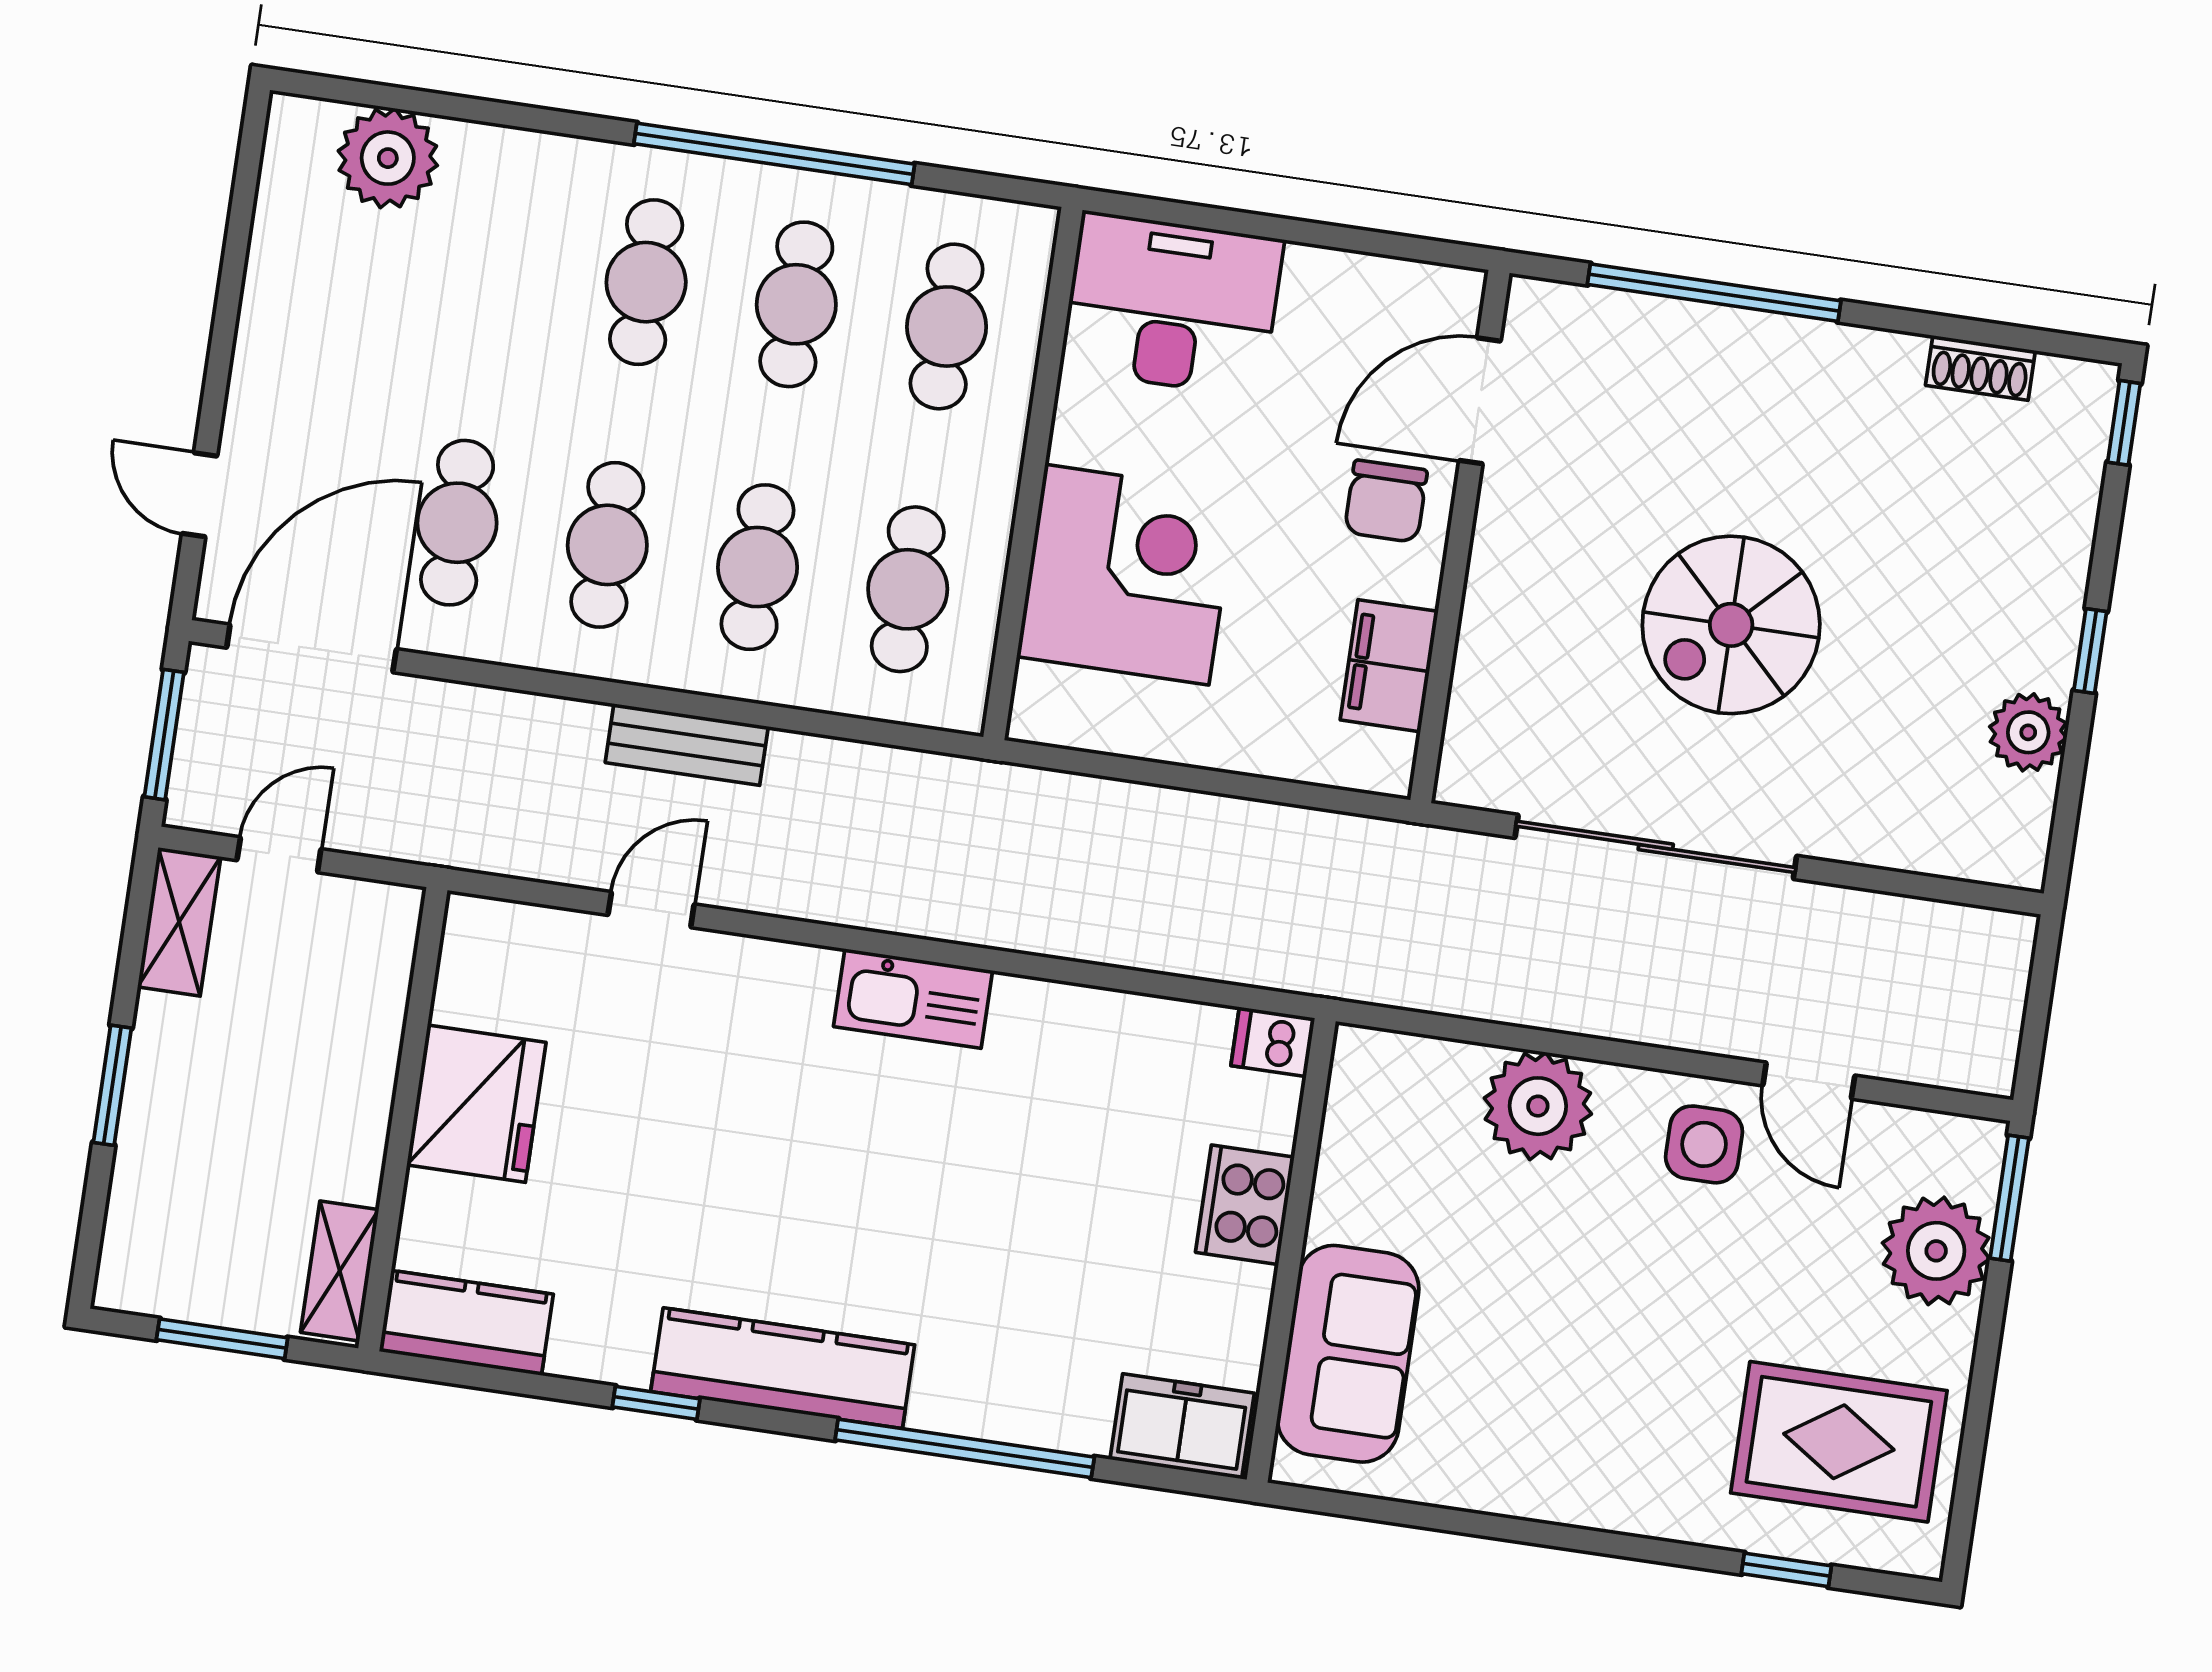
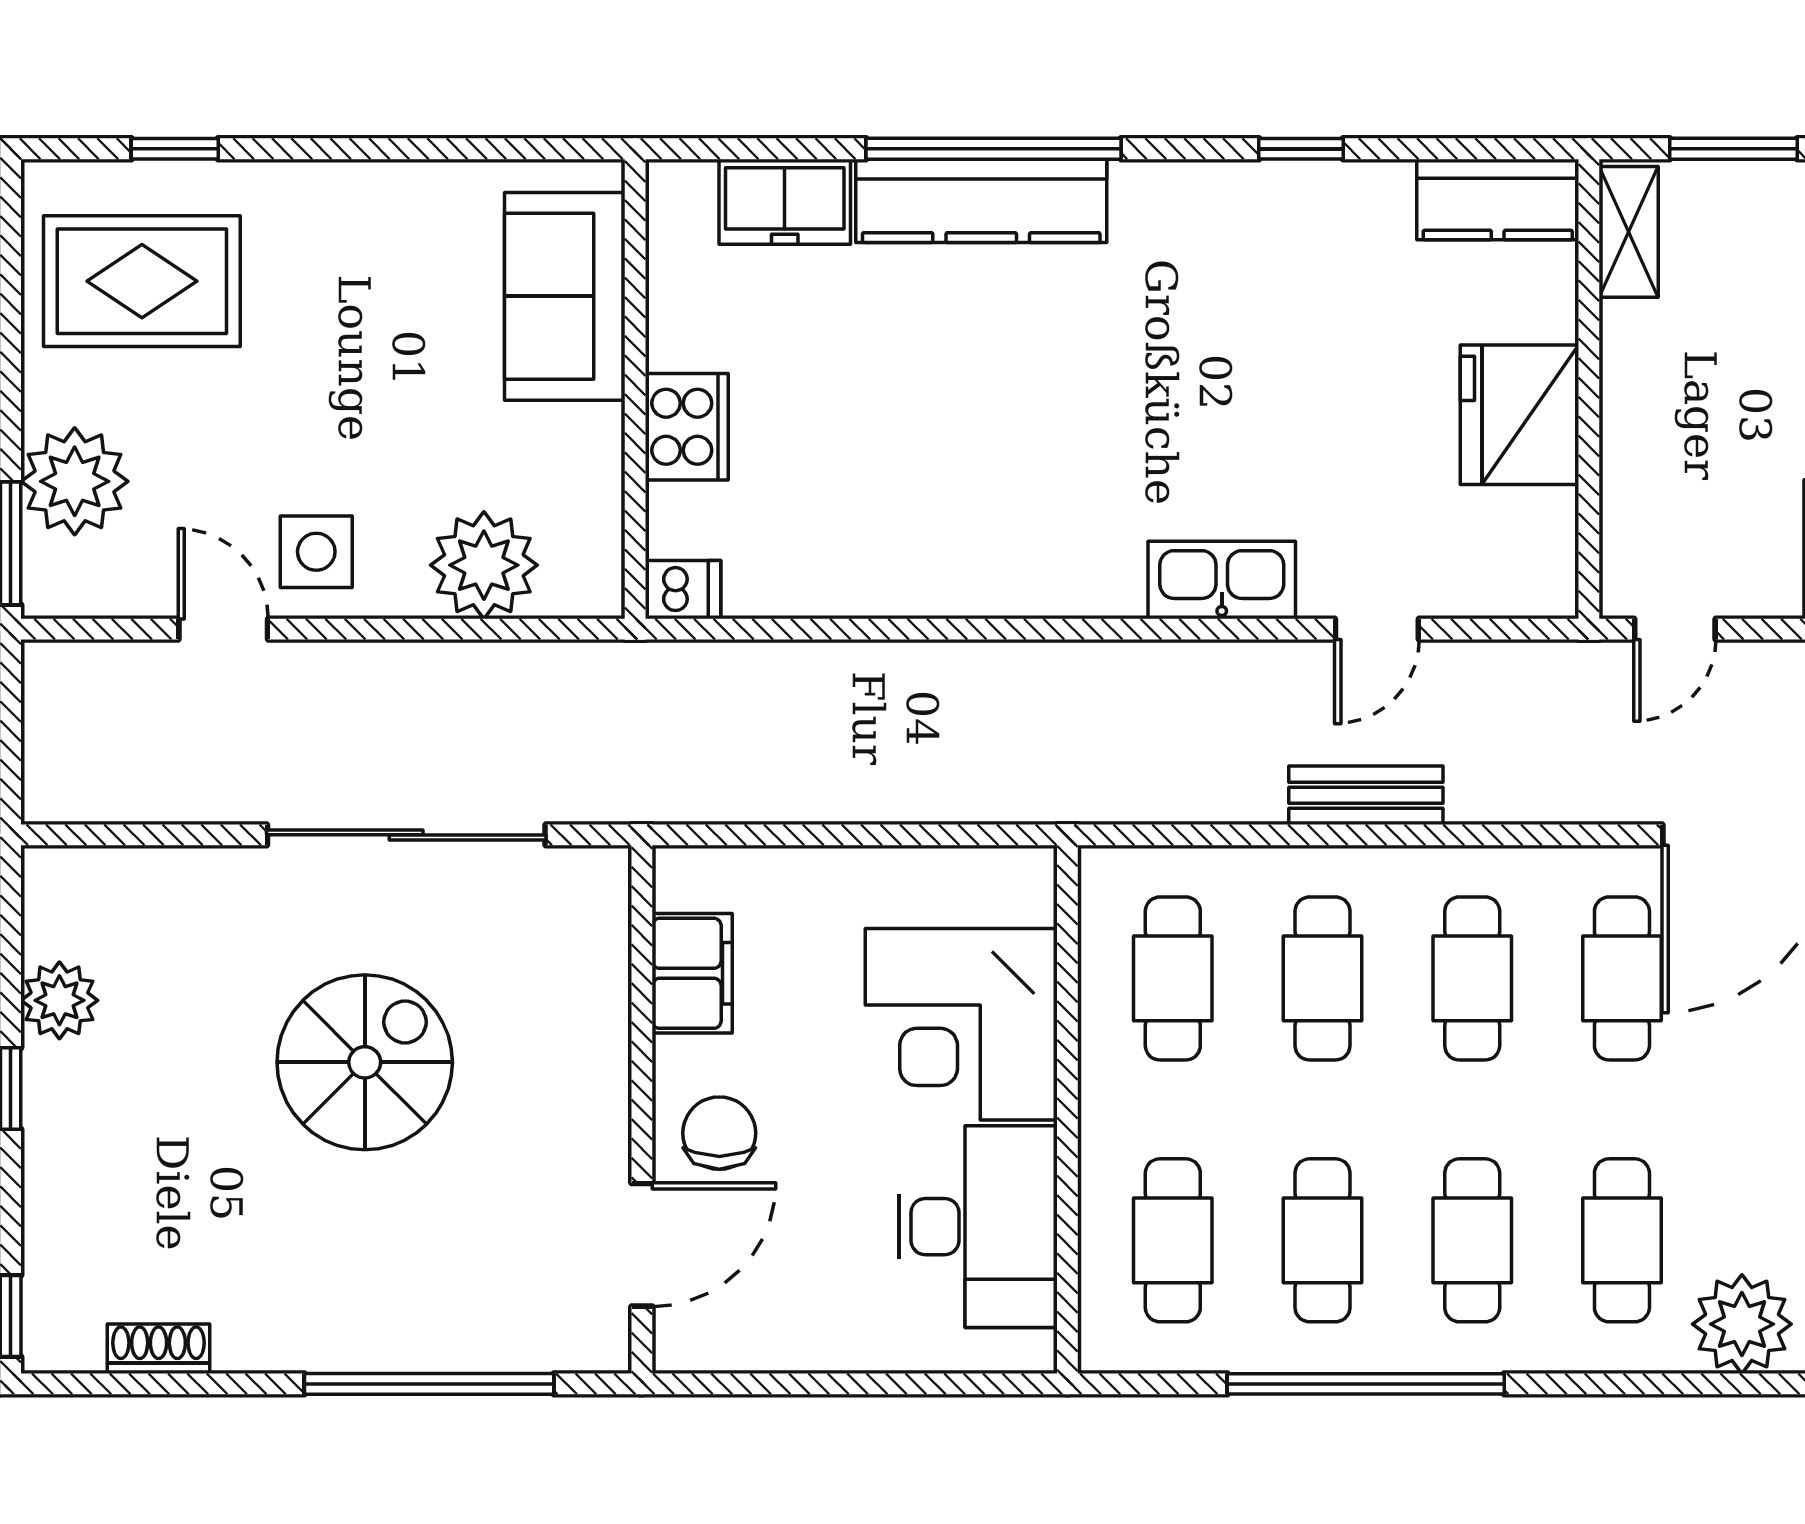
cafe table: (496, 260) -> (1622, 1240), added
desk: (1172, 304) -> (978, 1227), moved, turned -90
door: (279, 855) -> (1675, 629), moved
kitchen sink: (913, 999) -> (1222, 580), moved
dishwasher: (1273, 1042) -> (683, 590), moved
cooker: (1245, 1205) -> (687, 427), moved
wall: (1291, 1250) -> (635, 389), moved
sofa: (1348, 1354) -> (565, 296), moved
kitchen counter: (783, 1368) -> (981, 201), moved

